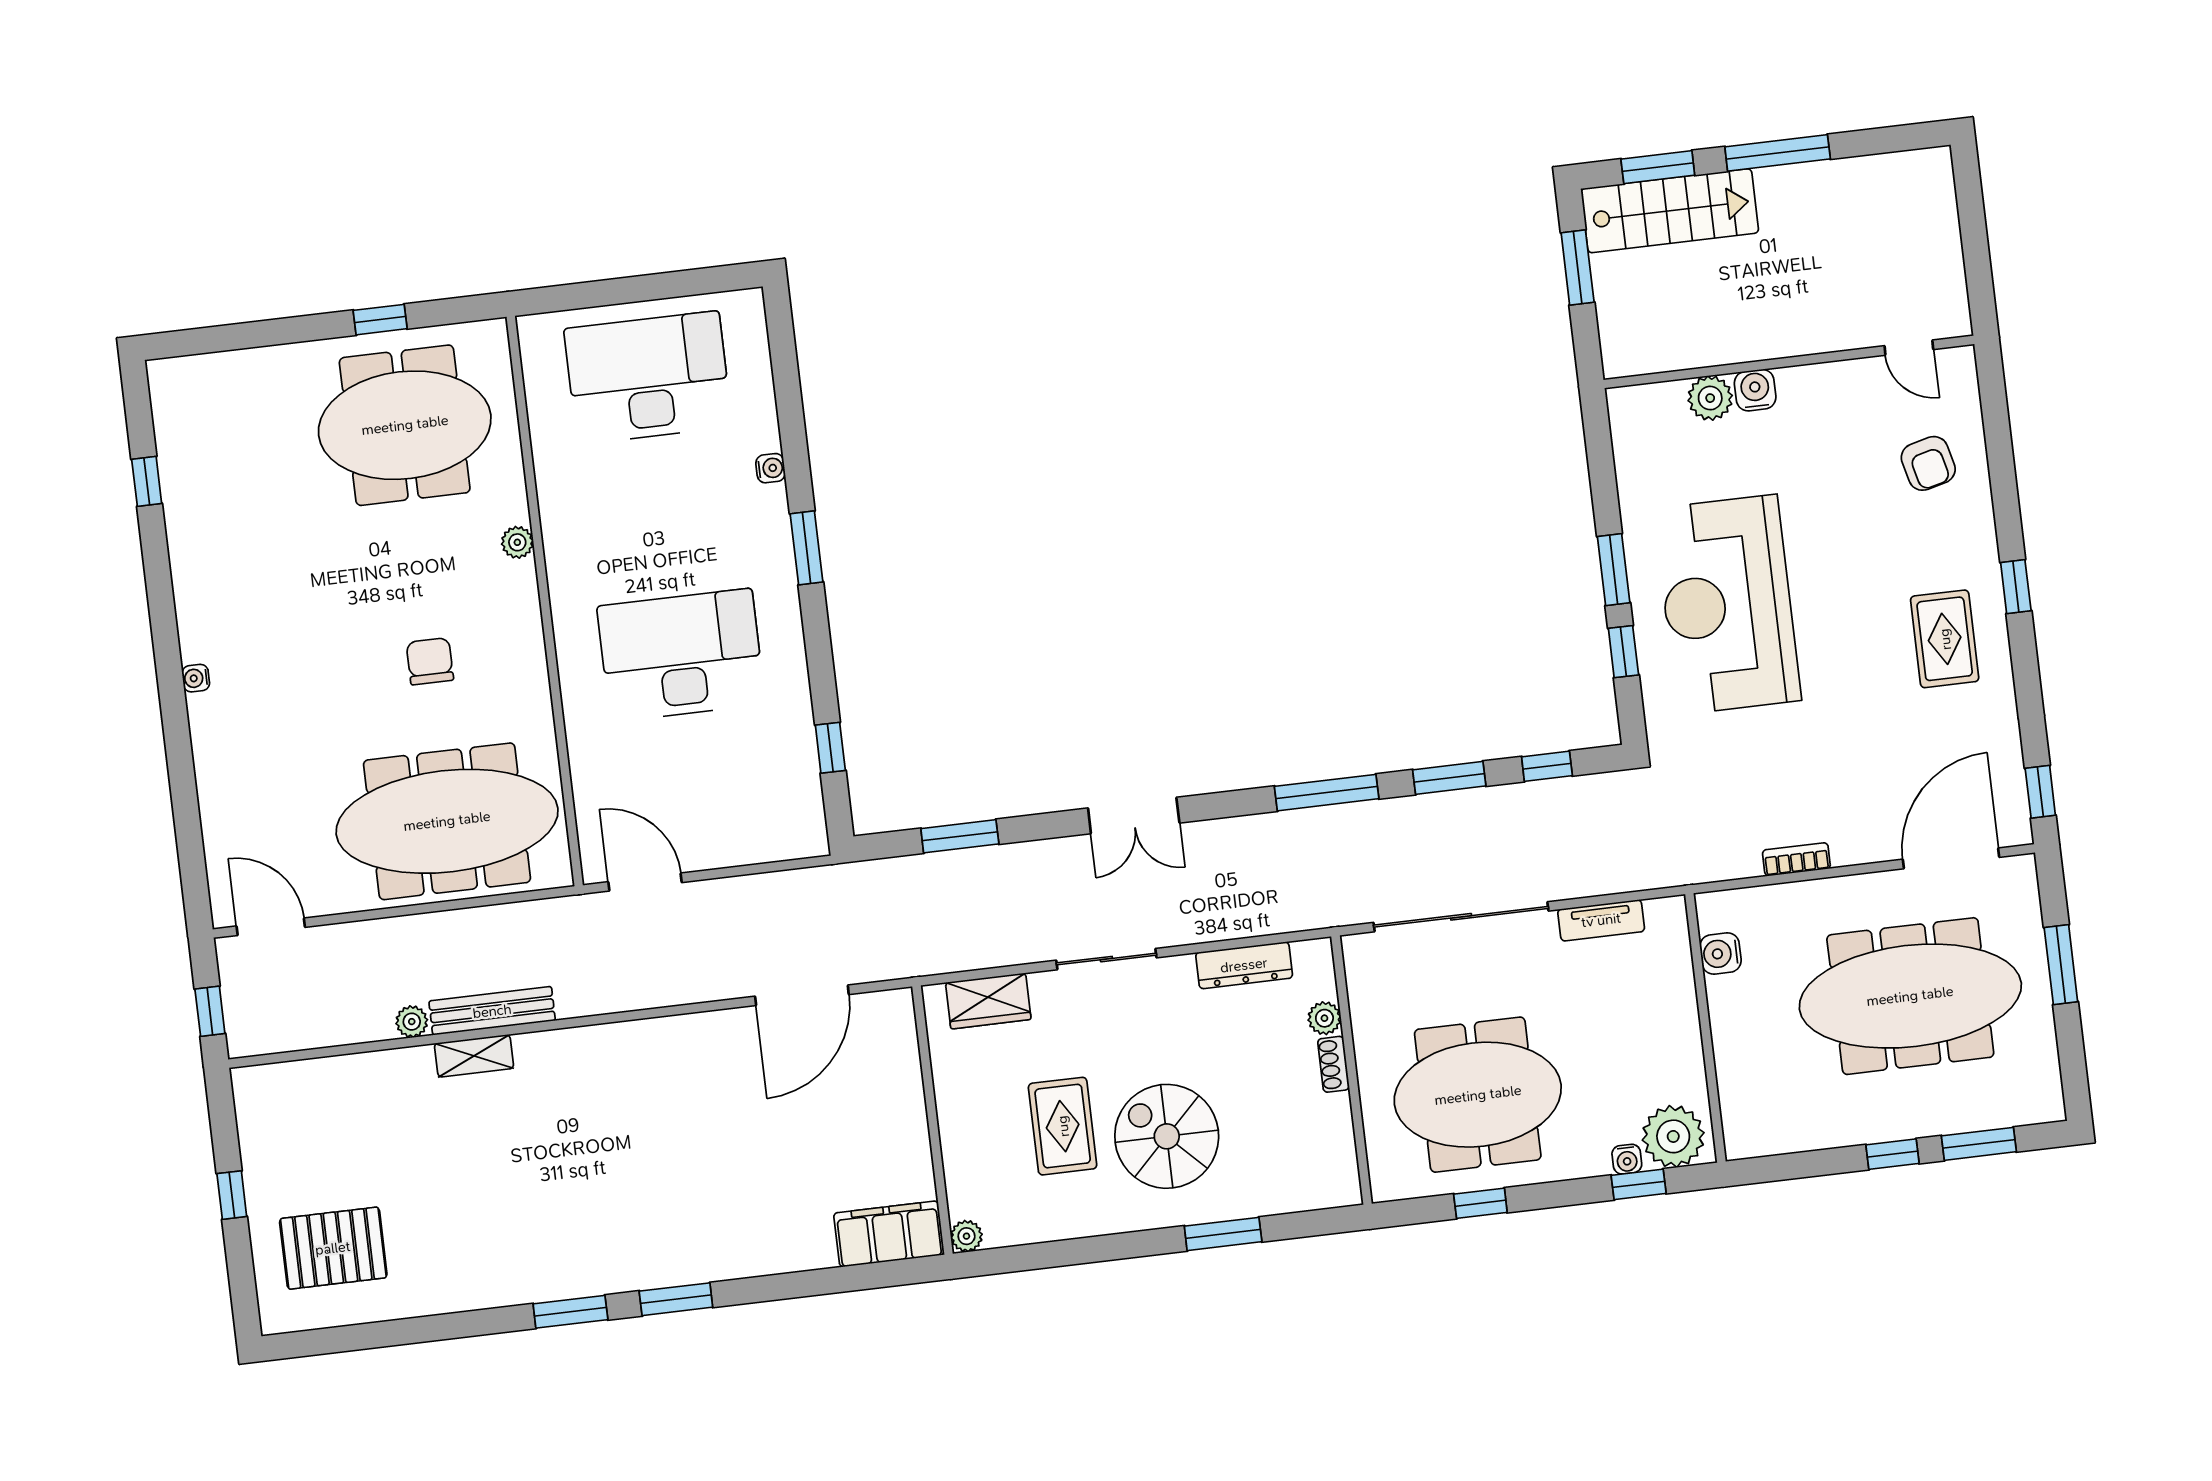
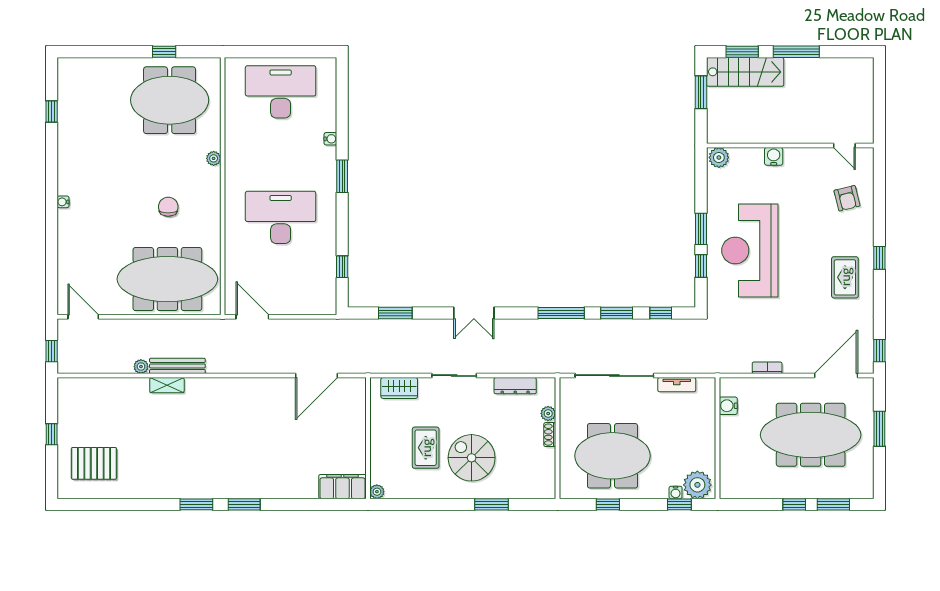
plant: (1710, 398) -> (719, 157), moved

